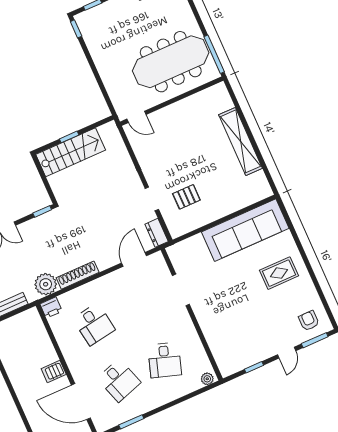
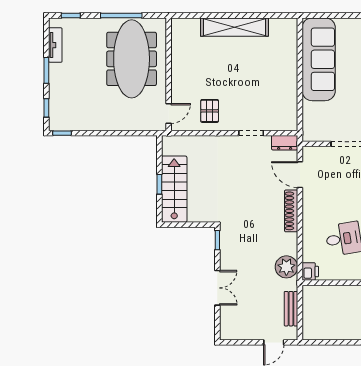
window: (214, 54) -> (121, 16), moved
pallet: (186, 197) -> (210, 111), moved
shoe rack: (78, 275) -> (291, 211), moved

